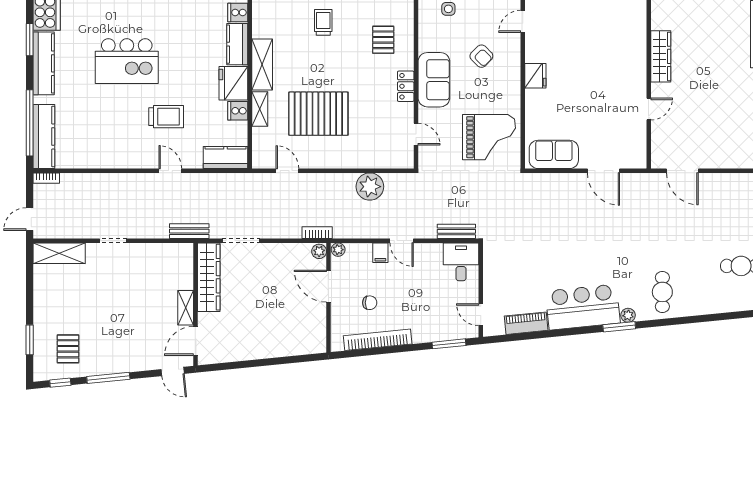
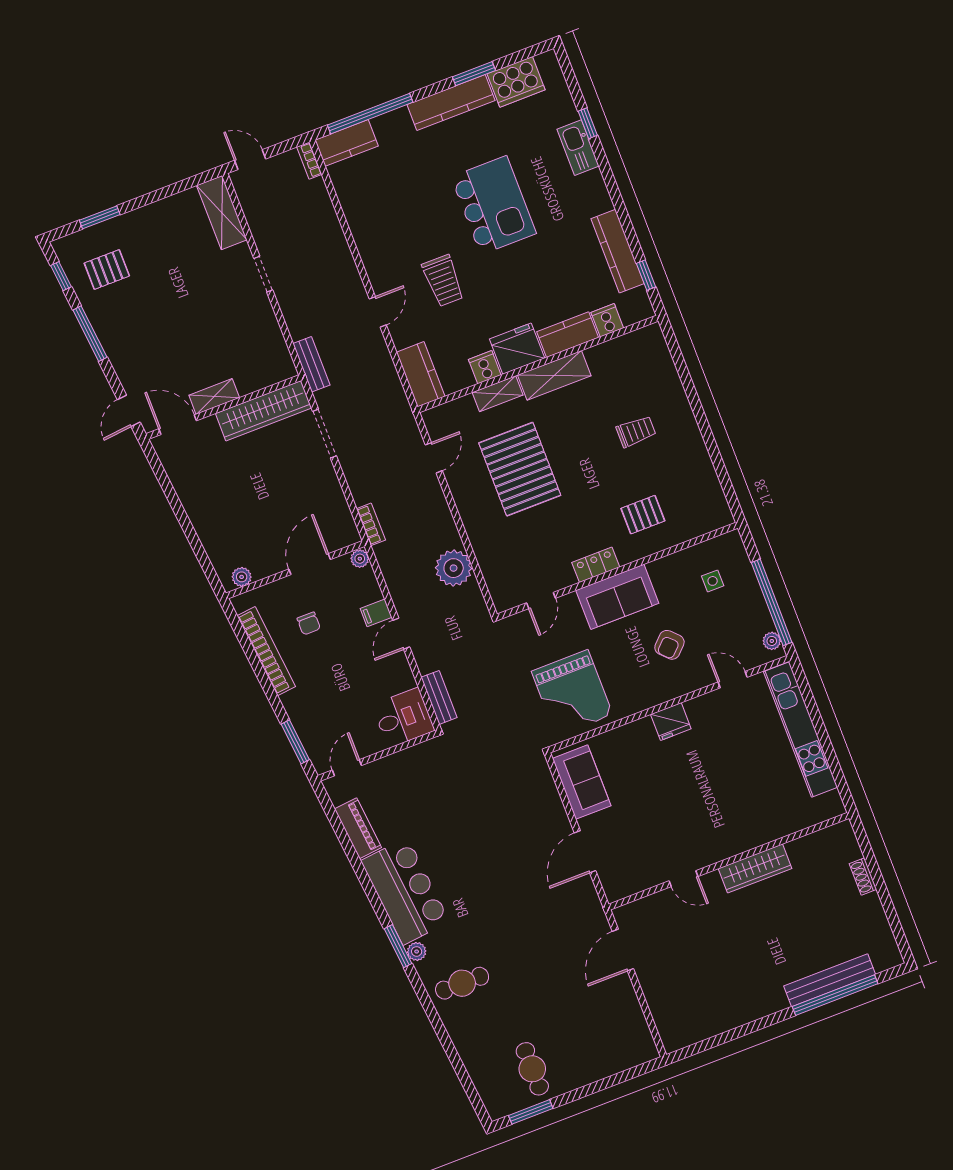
kitchen island: (127, 61) -> (494, 205), turned 180
kitchen counter: (44, 137) -> (347, 143), width x0.67
plant: (319, 251) -> (242, 577), moved

